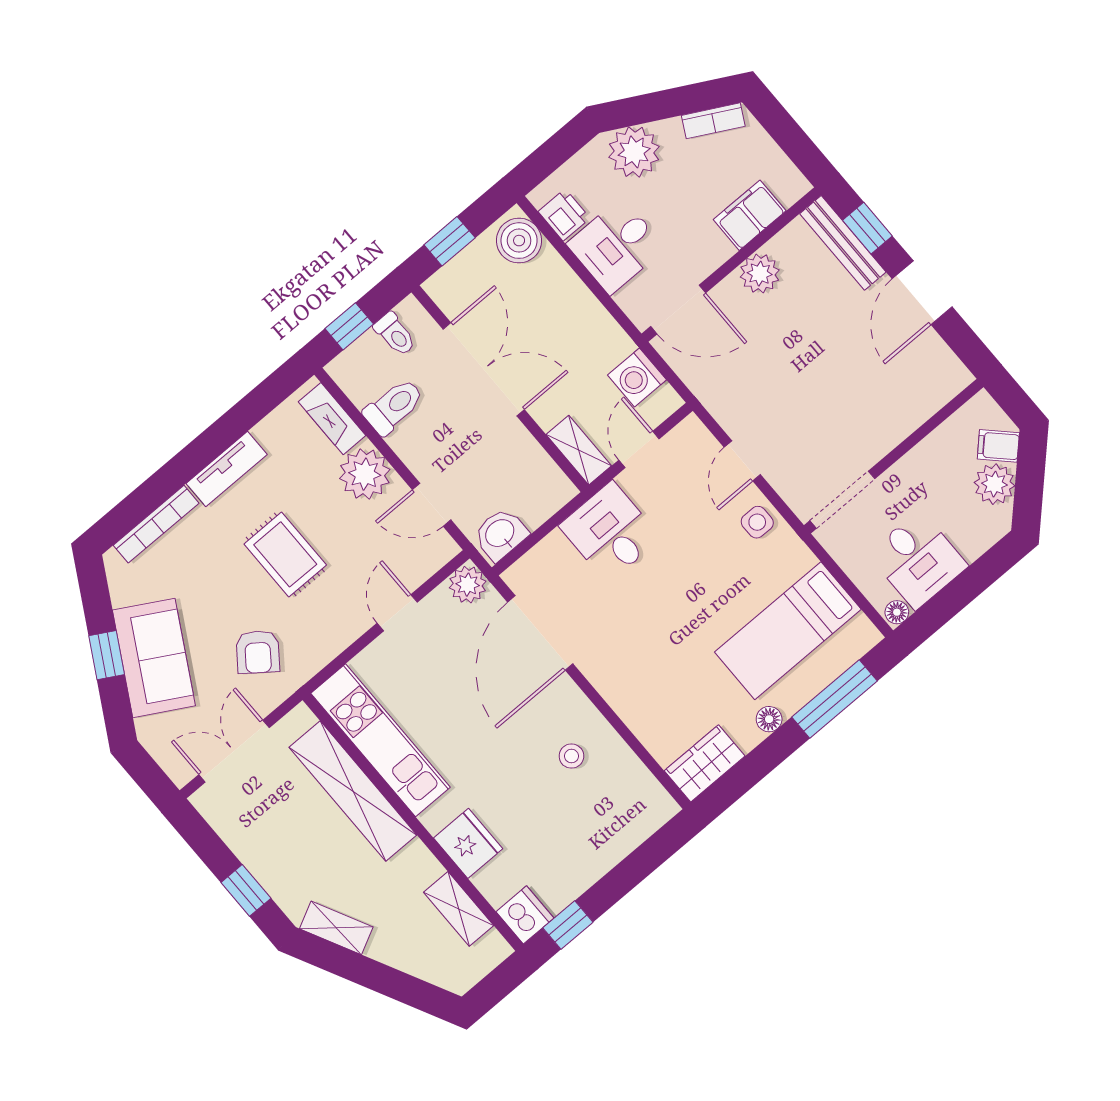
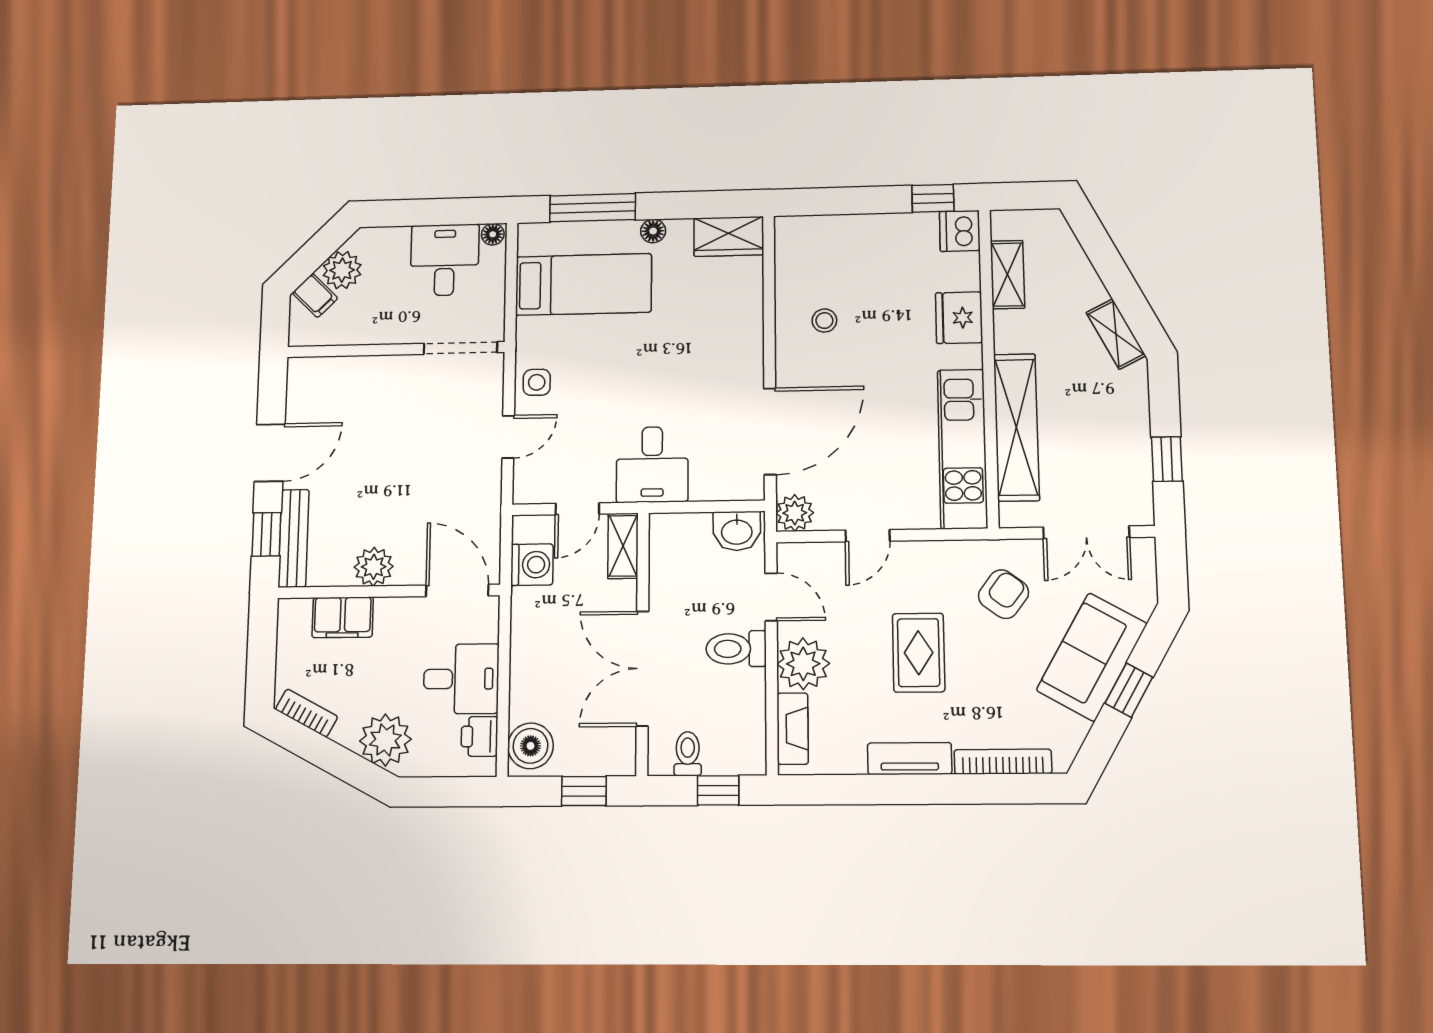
toilet: (394, 406) -> (736, 649), moved
window: (246, 890) -> (1167, 459), moved

